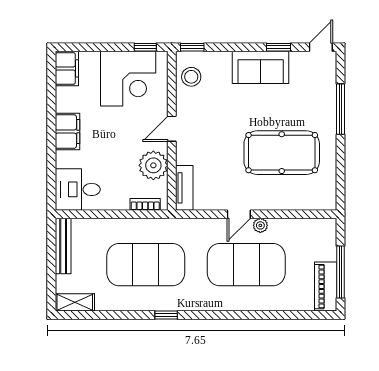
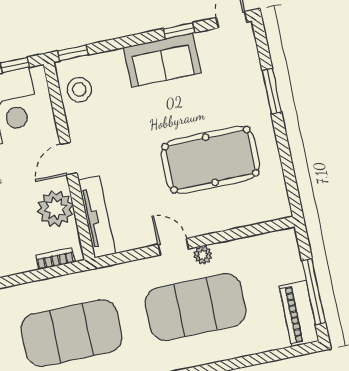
window: (341, 109) -> (272, 91), width x0.69
tv unit: (184, 188) -> (97, 217), width x1.41
door: (239, 214) -> (173, 247), swing flipped

